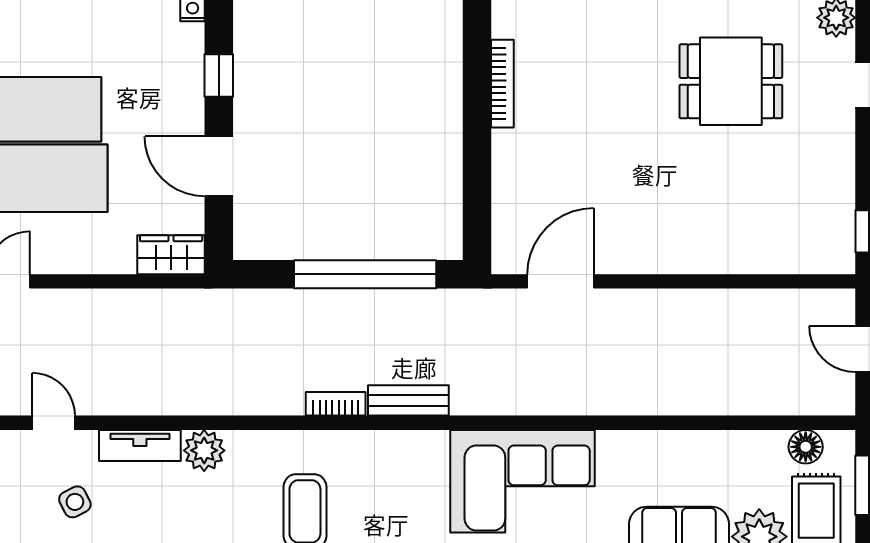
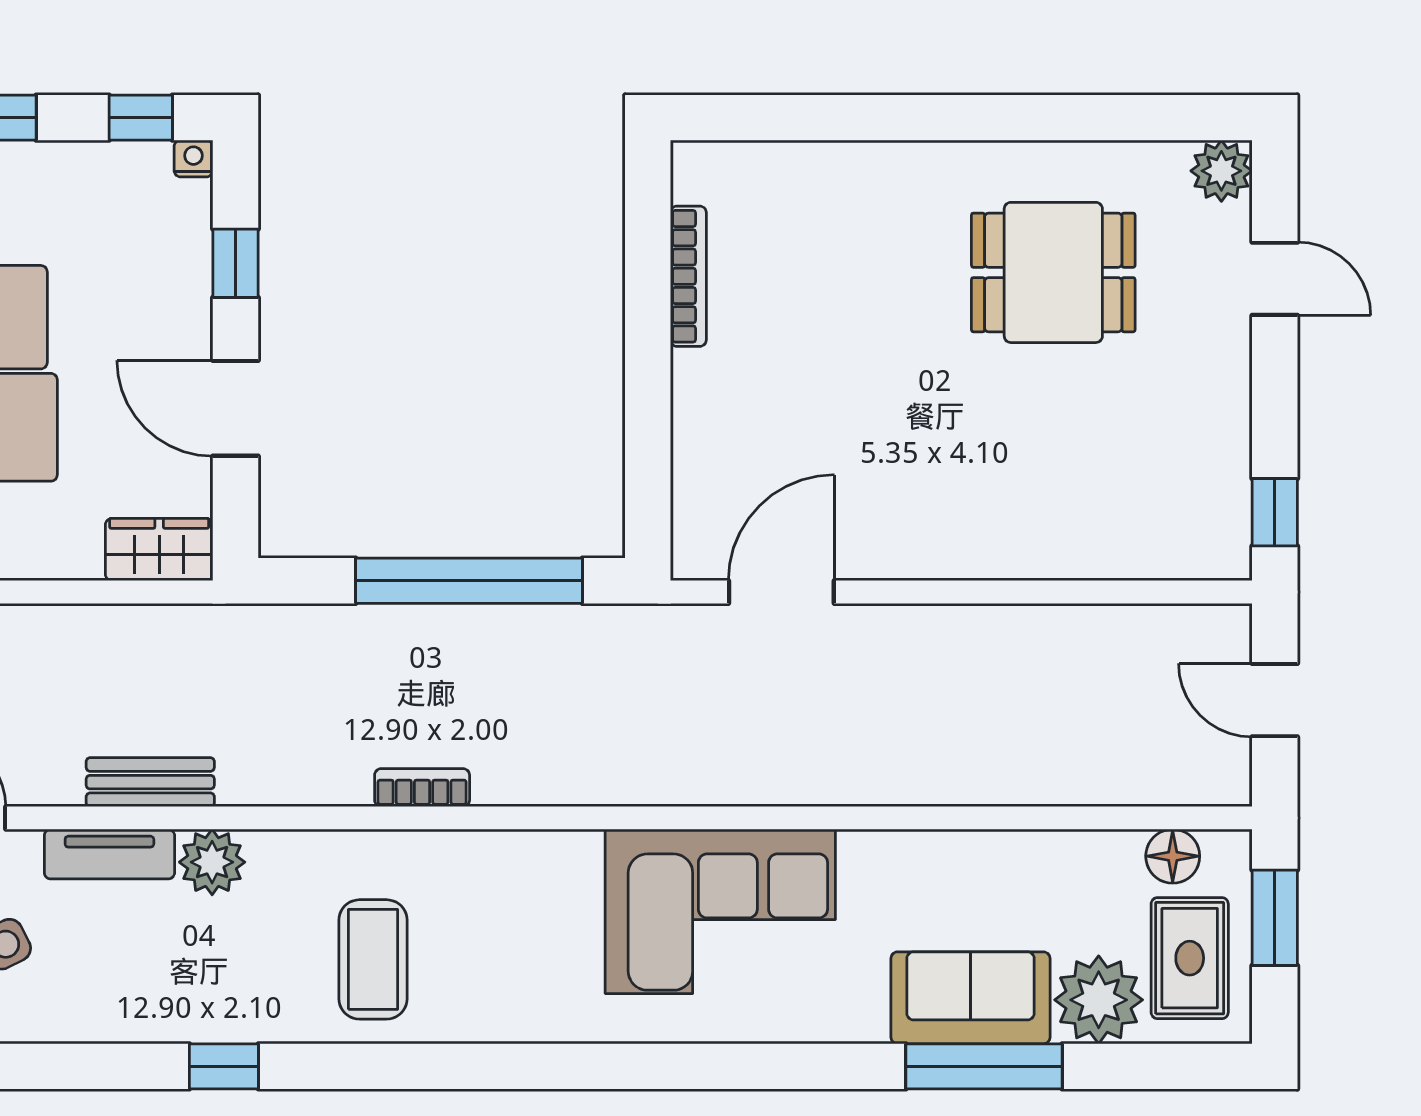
bench: (408, 400) -> (150, 782), moved

